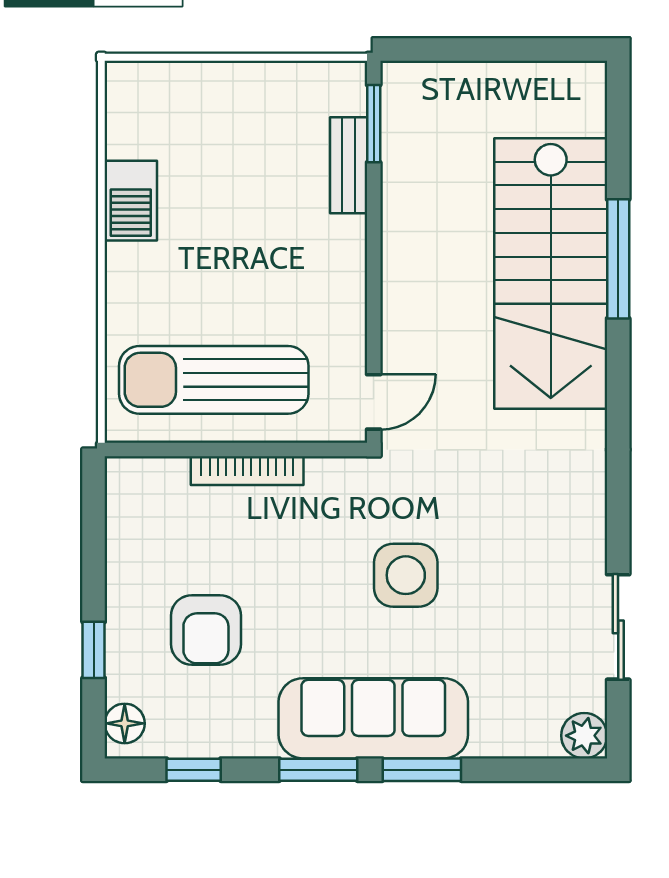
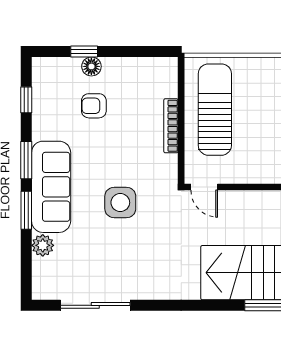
sliding door: (618, 627) -> (95, 305), width x1.37
armchair: (206, 630) -> (94, 106), width x0.72, depth x0.72
floor lamp: (125, 723) -> (91, 66), moved
plant: (584, 736) -> (43, 245), moved

